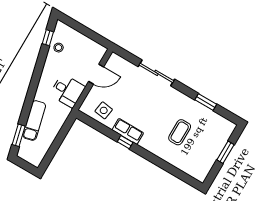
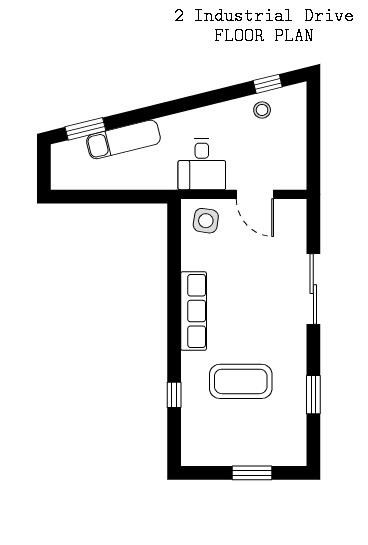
side table: (104, 110) -> (206, 221), moved
row of seats: (128, 131) -> (194, 311), width x1.48
coffee table: (180, 132) -> (241, 381), width x1.36, depth x1.32
window: (125, 142) -> (174, 395), moved

